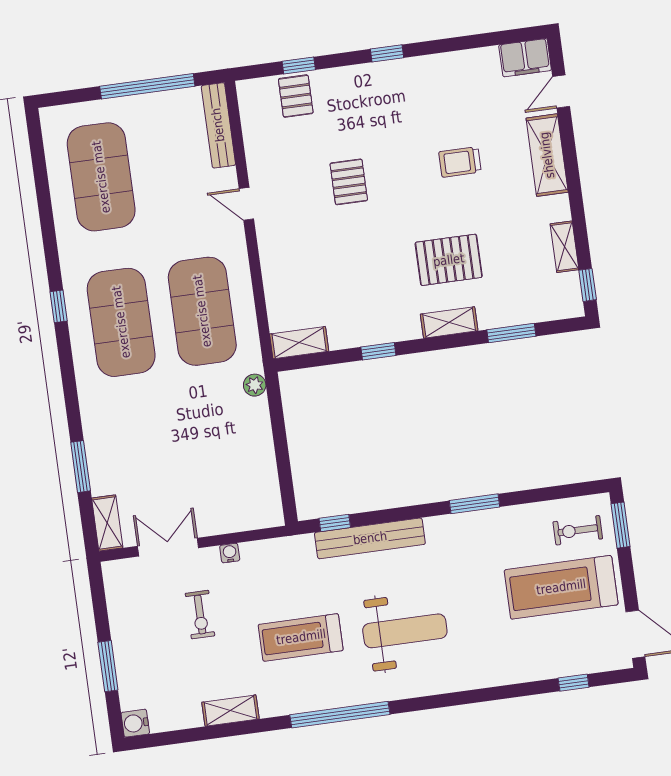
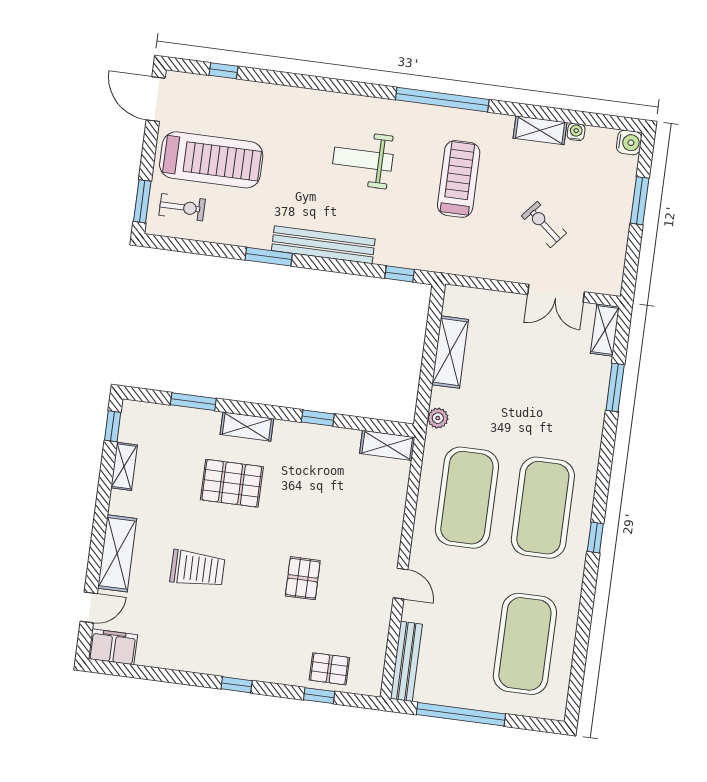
pallet: (296, 96) -> (329, 669), turned 90
trolley: (460, 162) -> (197, 569), width x1.36, depth x1.39
shelving: (261, 457) -> (450, 352), added
bench: (370, 538) -> (323, 245), moved
water cooler: (230, 553) -> (576, 132), moved, turned 180
exercise bike: (200, 615) -> (544, 224), turned -50
weight bench: (405, 631) -> (363, 159), width x0.73, depth x0.75
treadmill: (301, 637) -> (459, 179), turned -90

